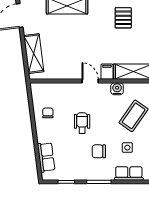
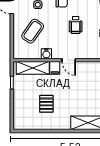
pallet: (123, 18) -> (46, 104), moved

